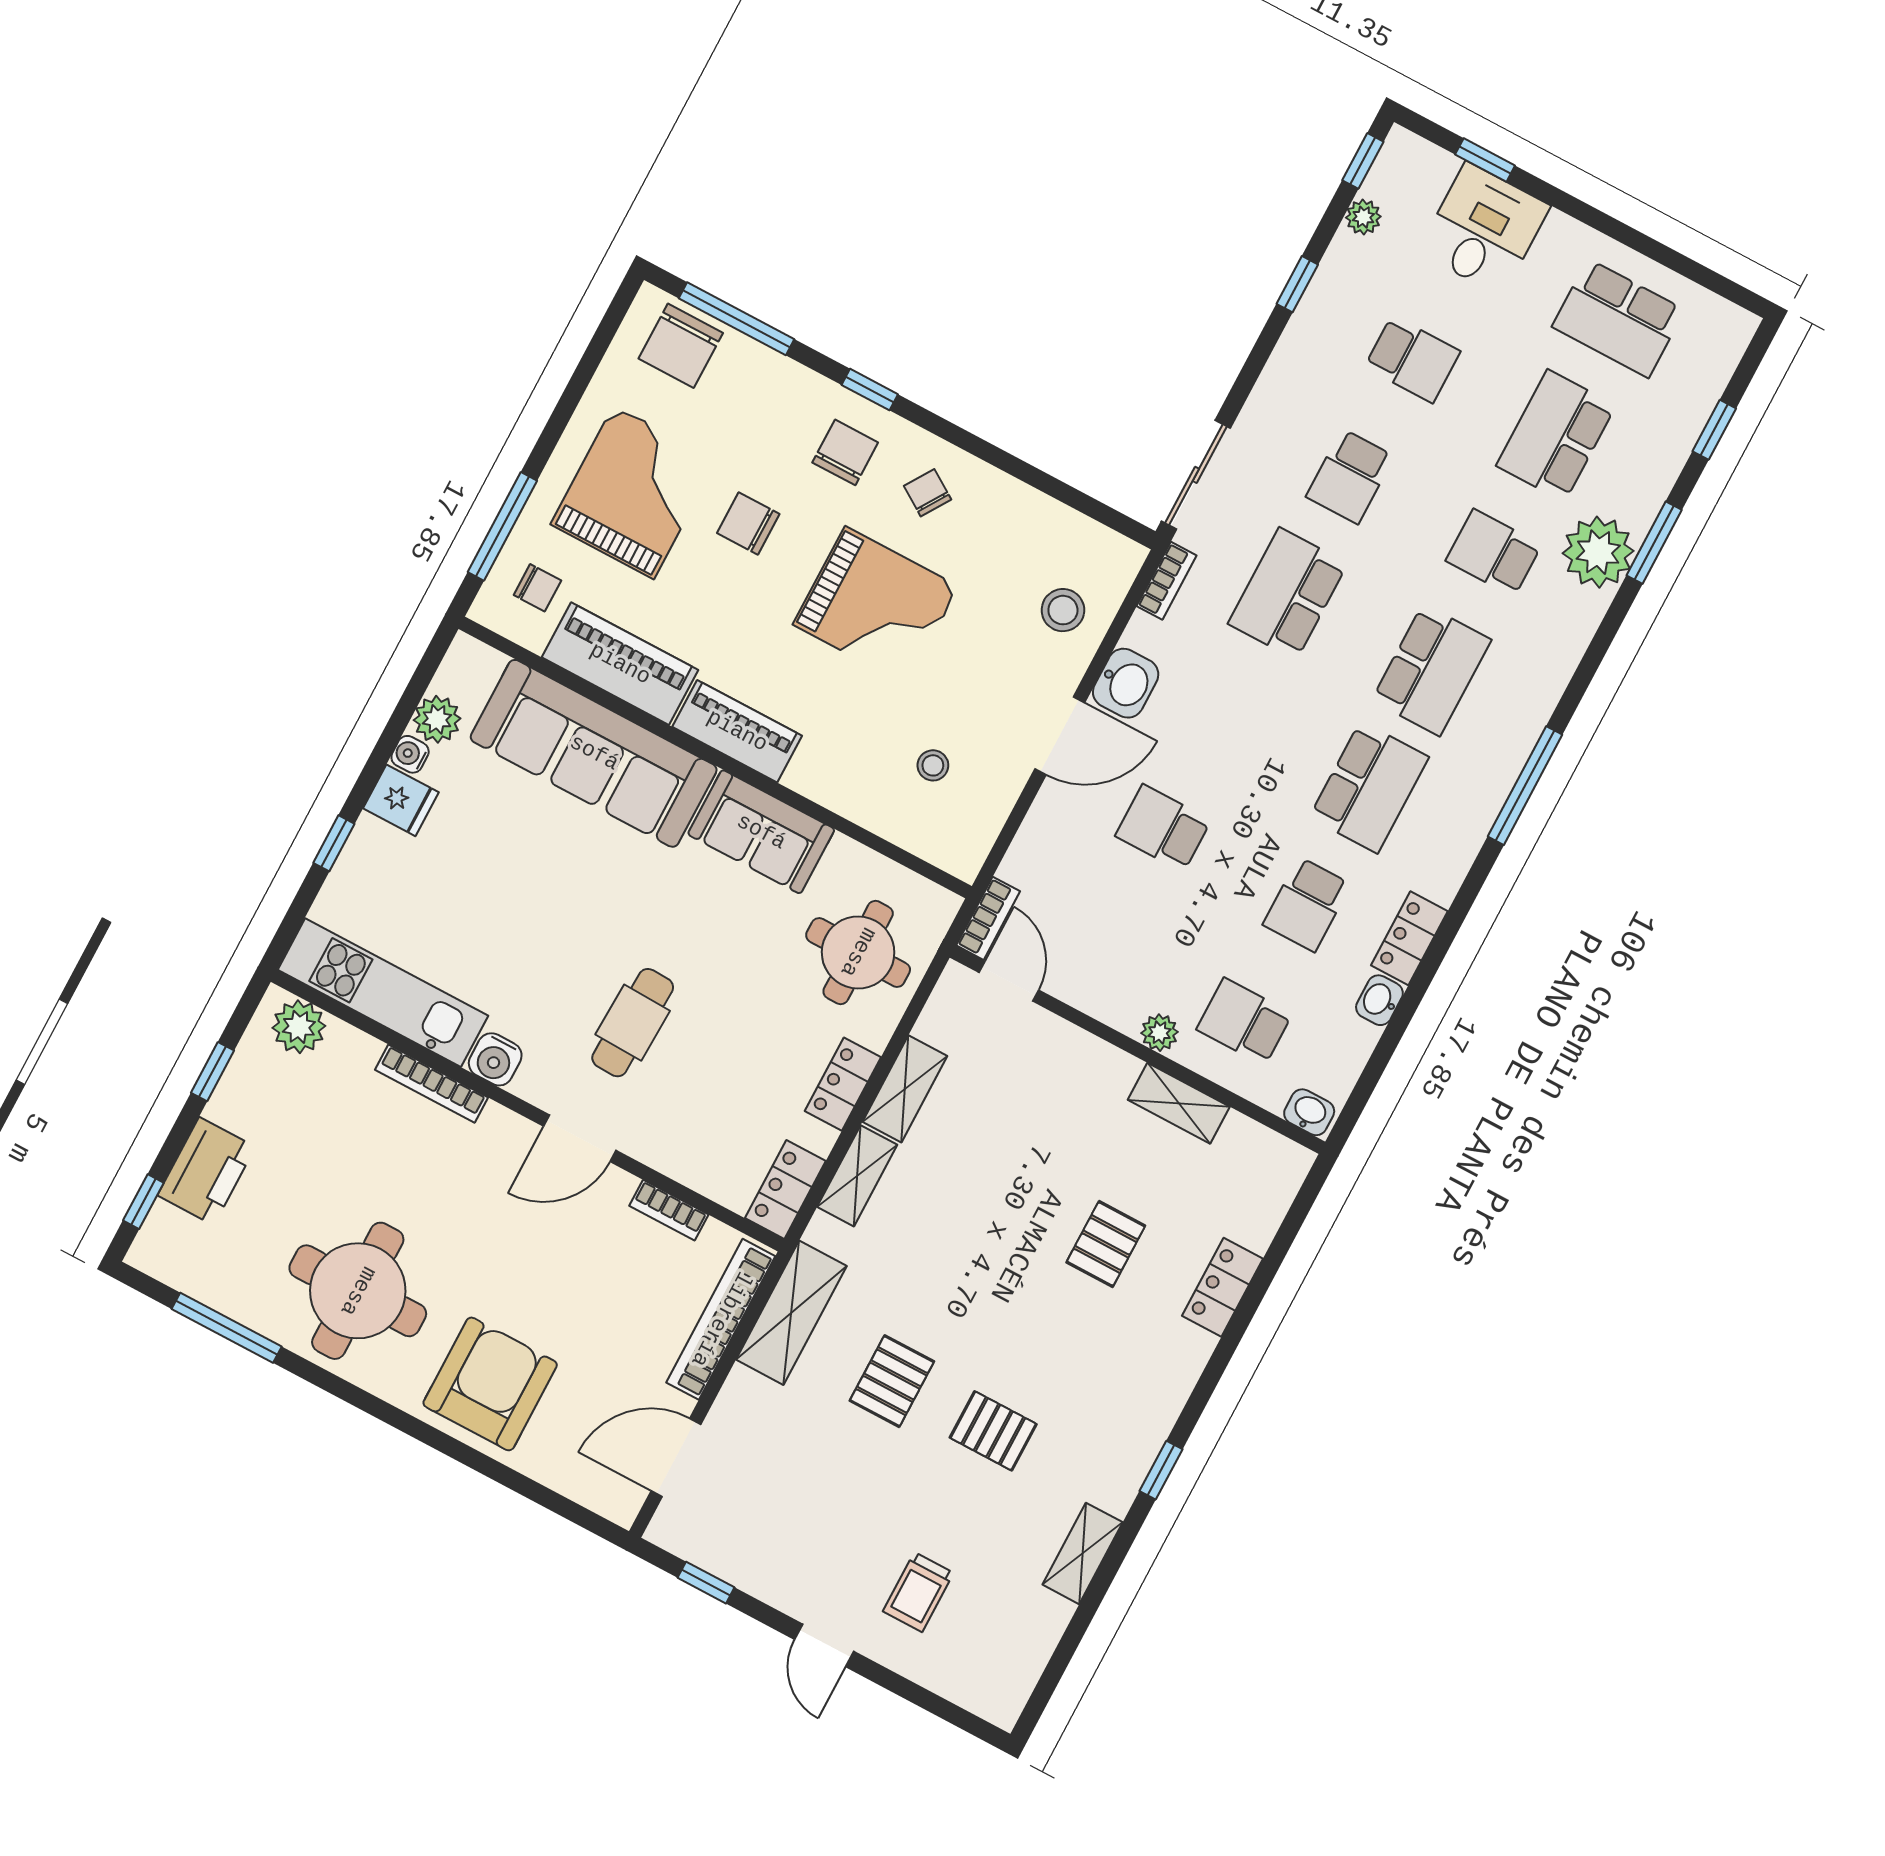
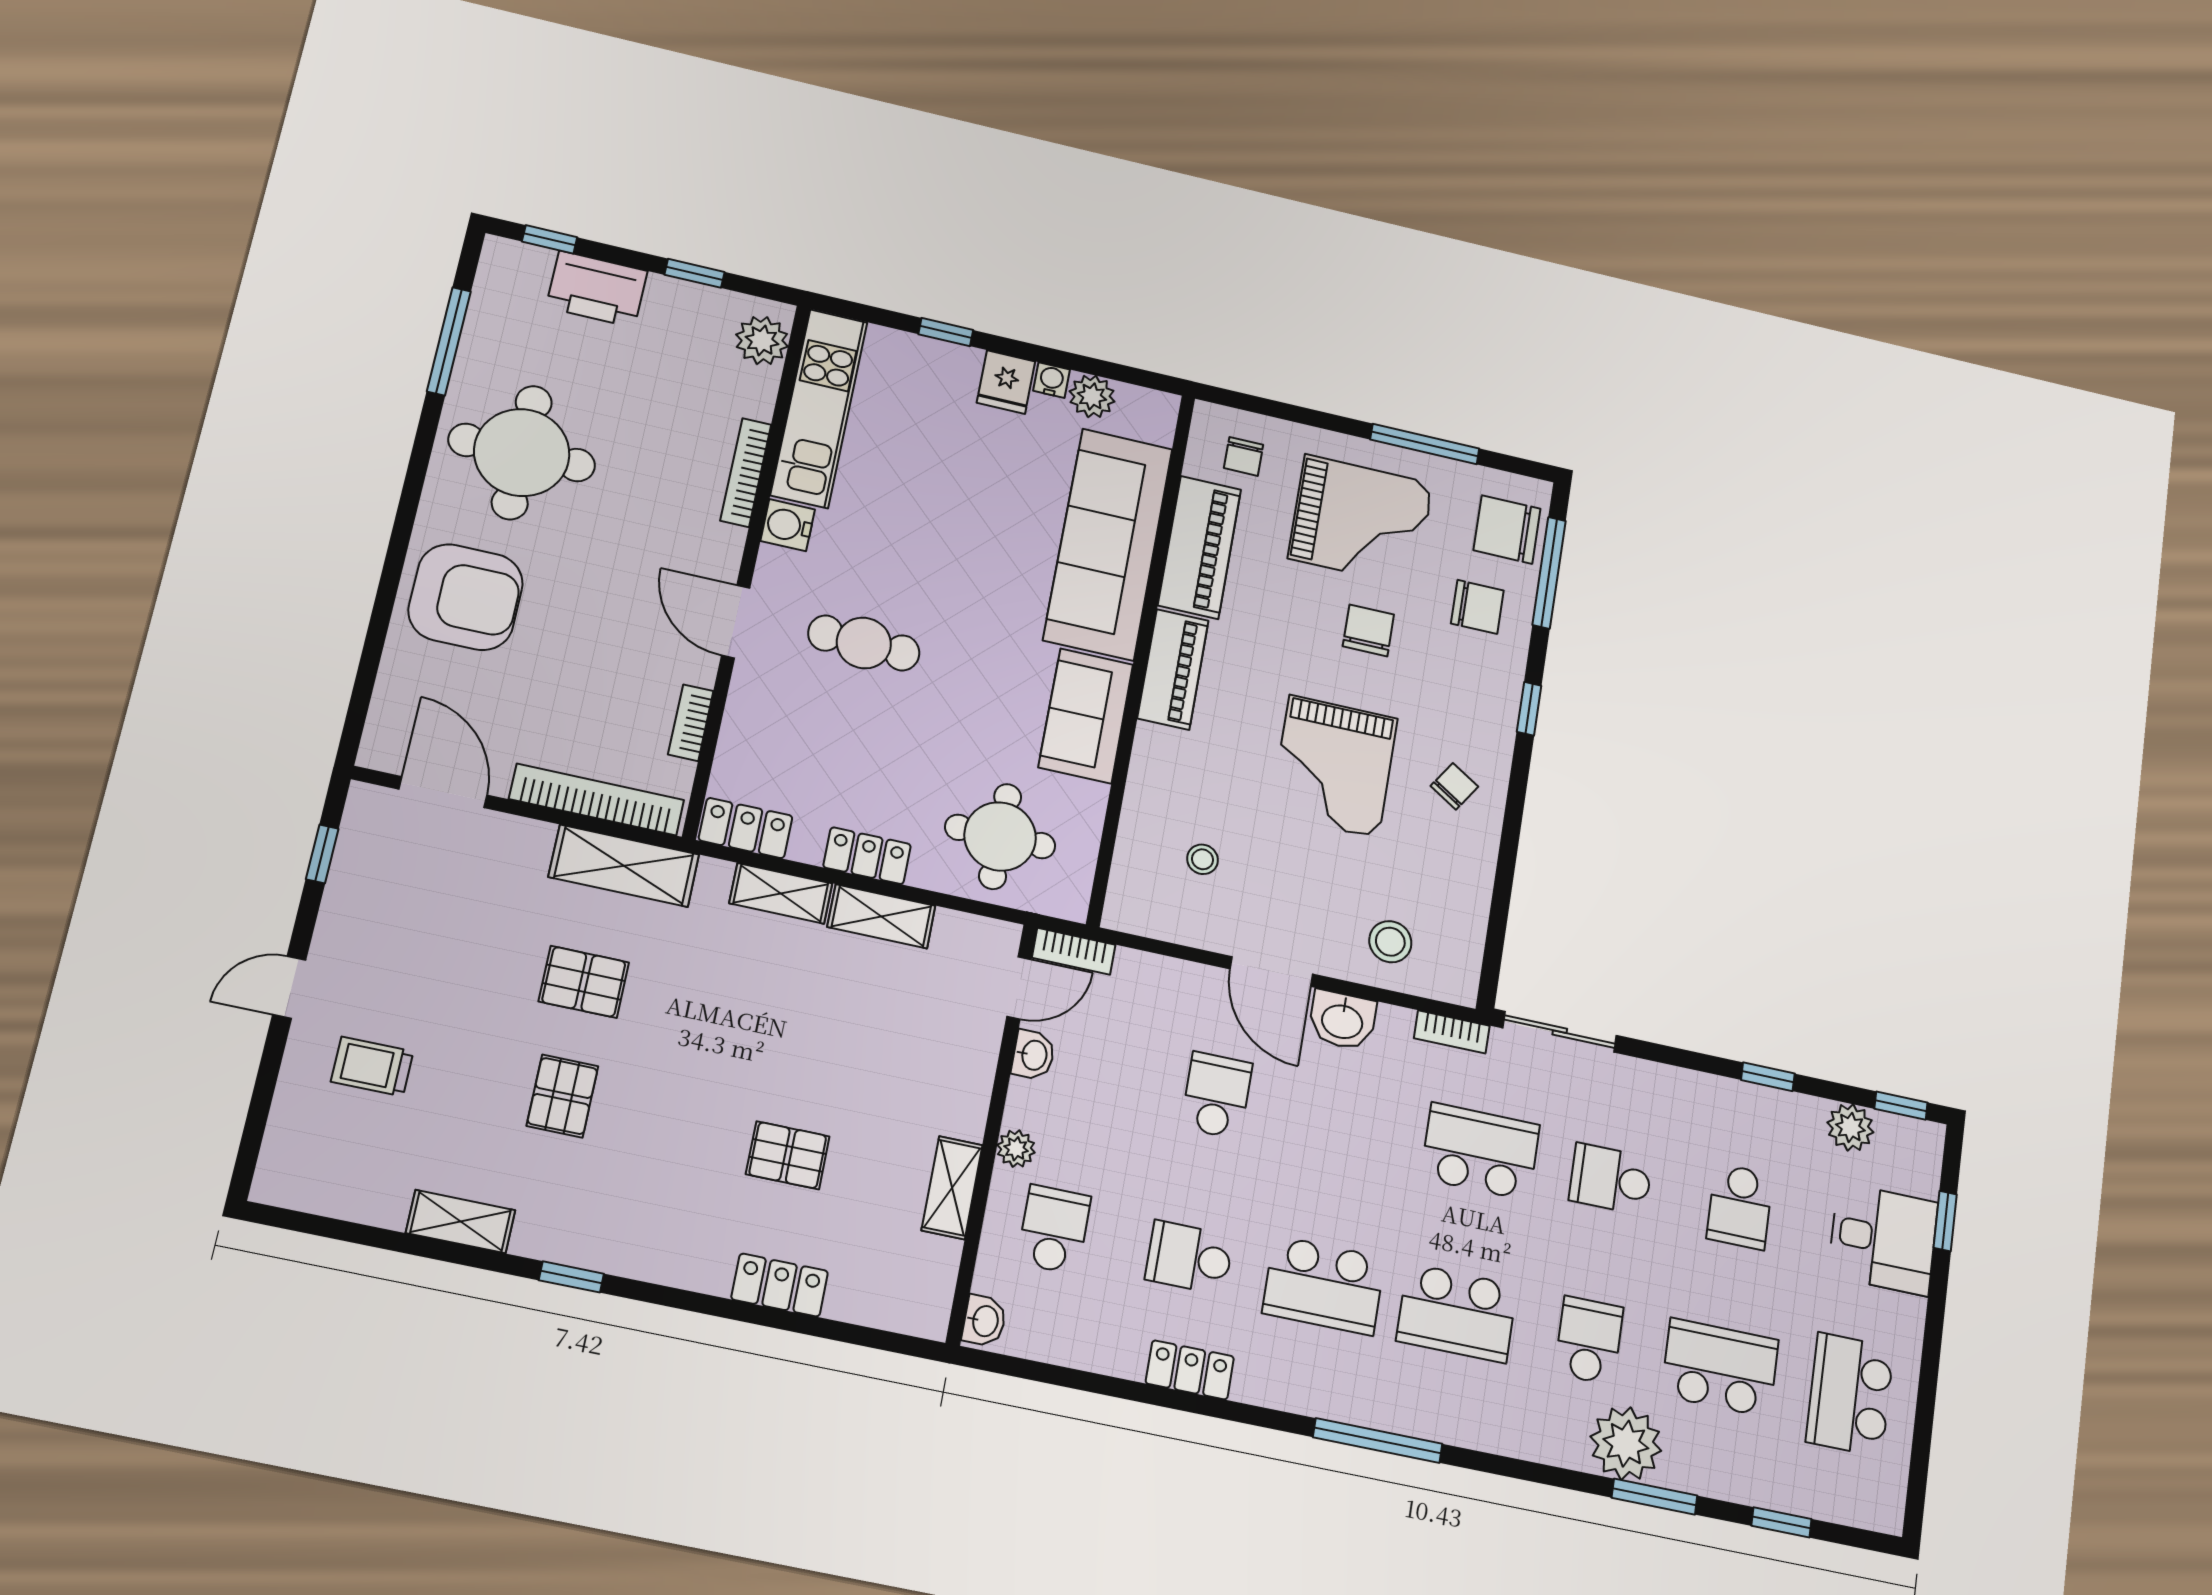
plant: (1363, 217) -> (1850, 1127), width x1.38, depth x1.38
chair: (845, 452) -> (1477, 607), moved
window: (502, 526) -> (1425, 444), moved
washbasin: (1379, 1000) -> (1033, 1055), moved, turned 90

